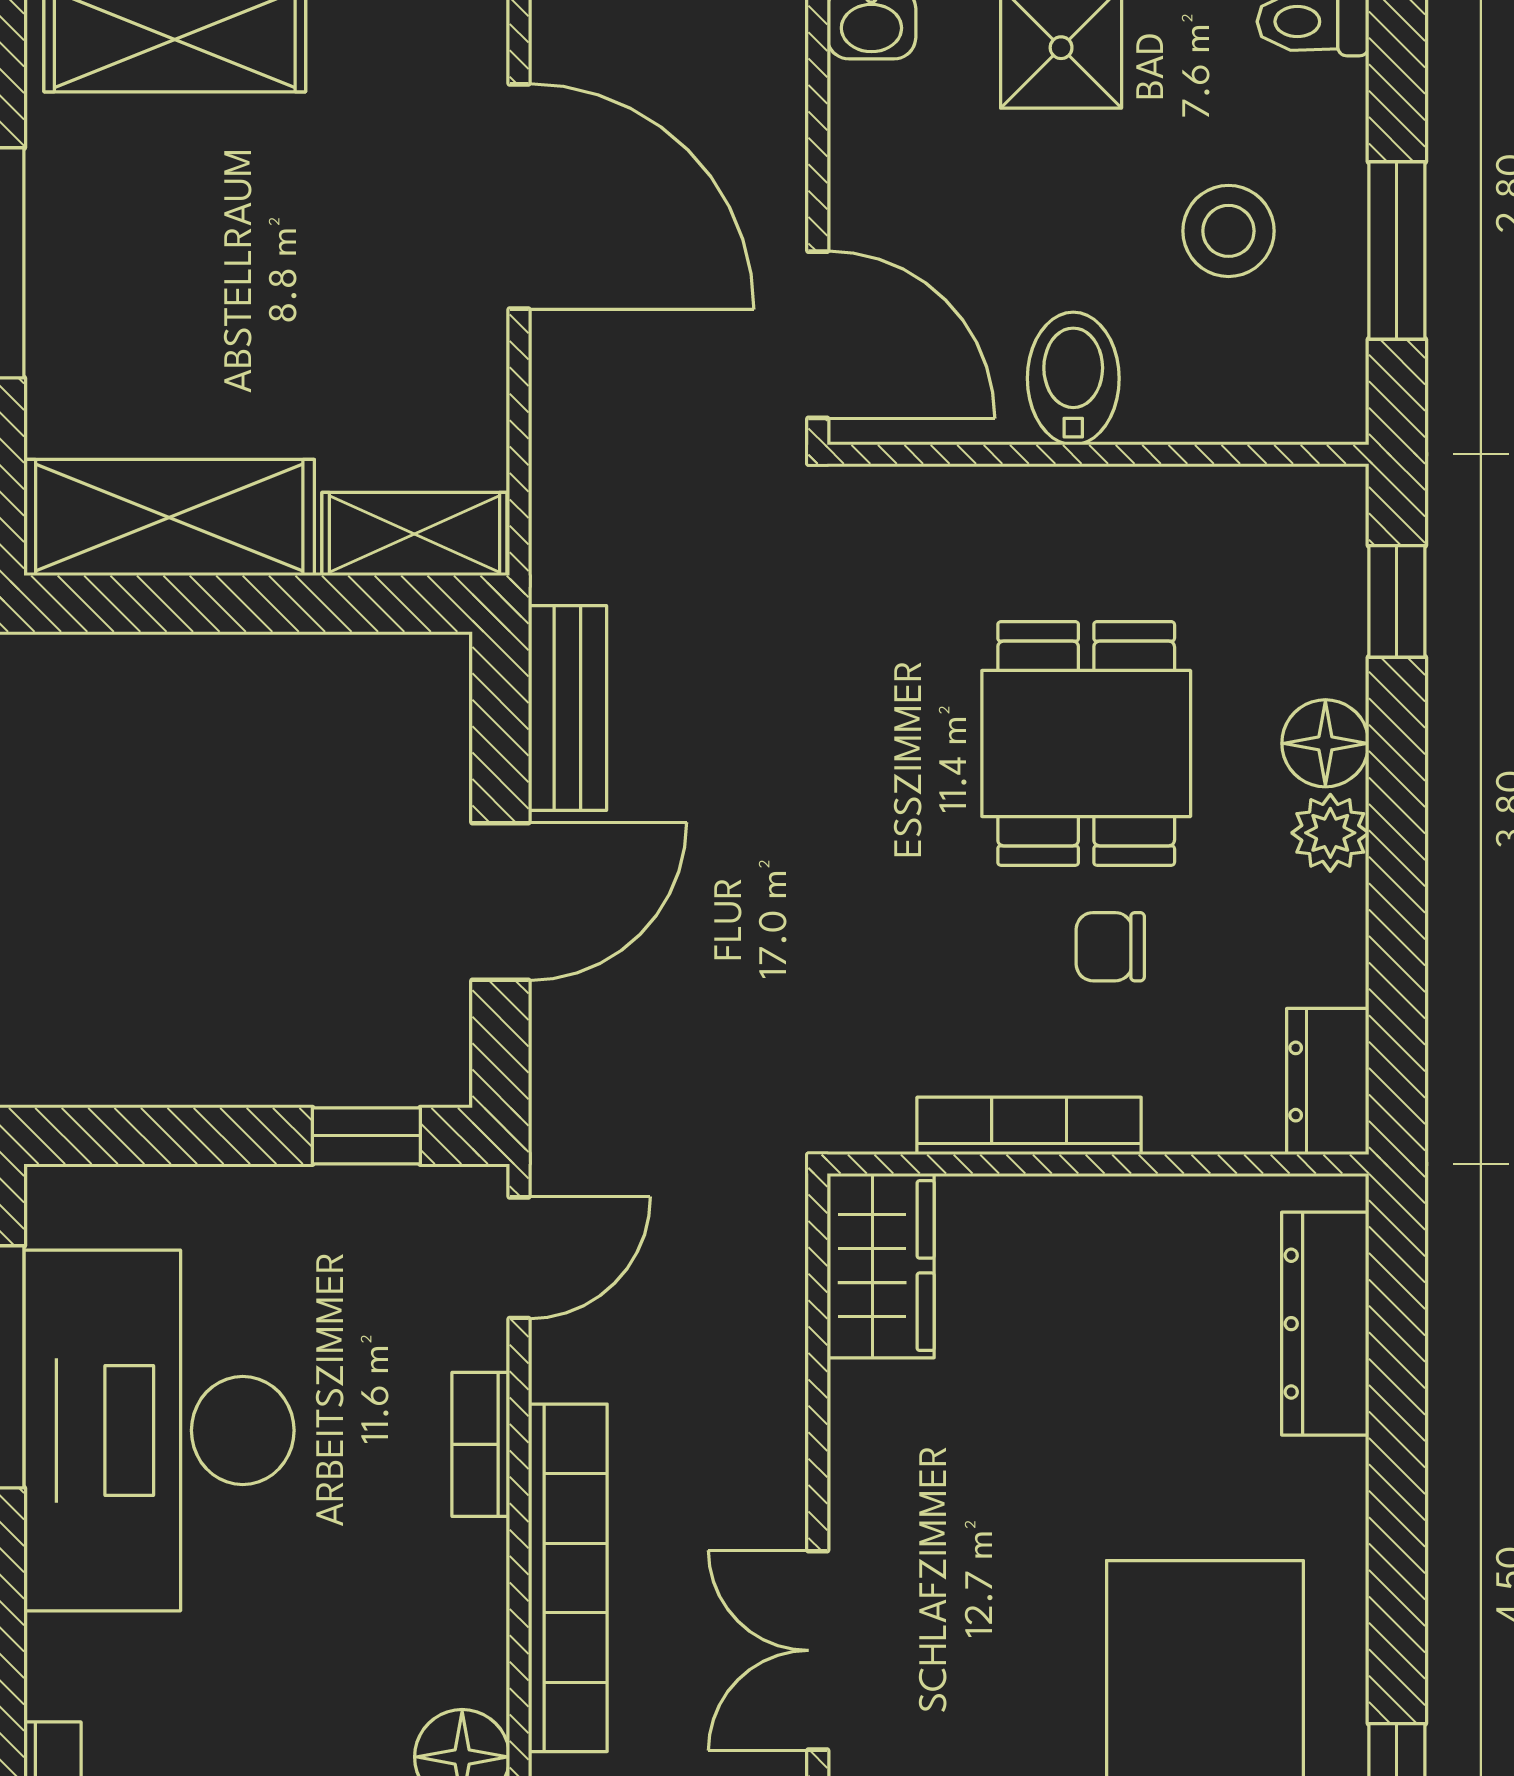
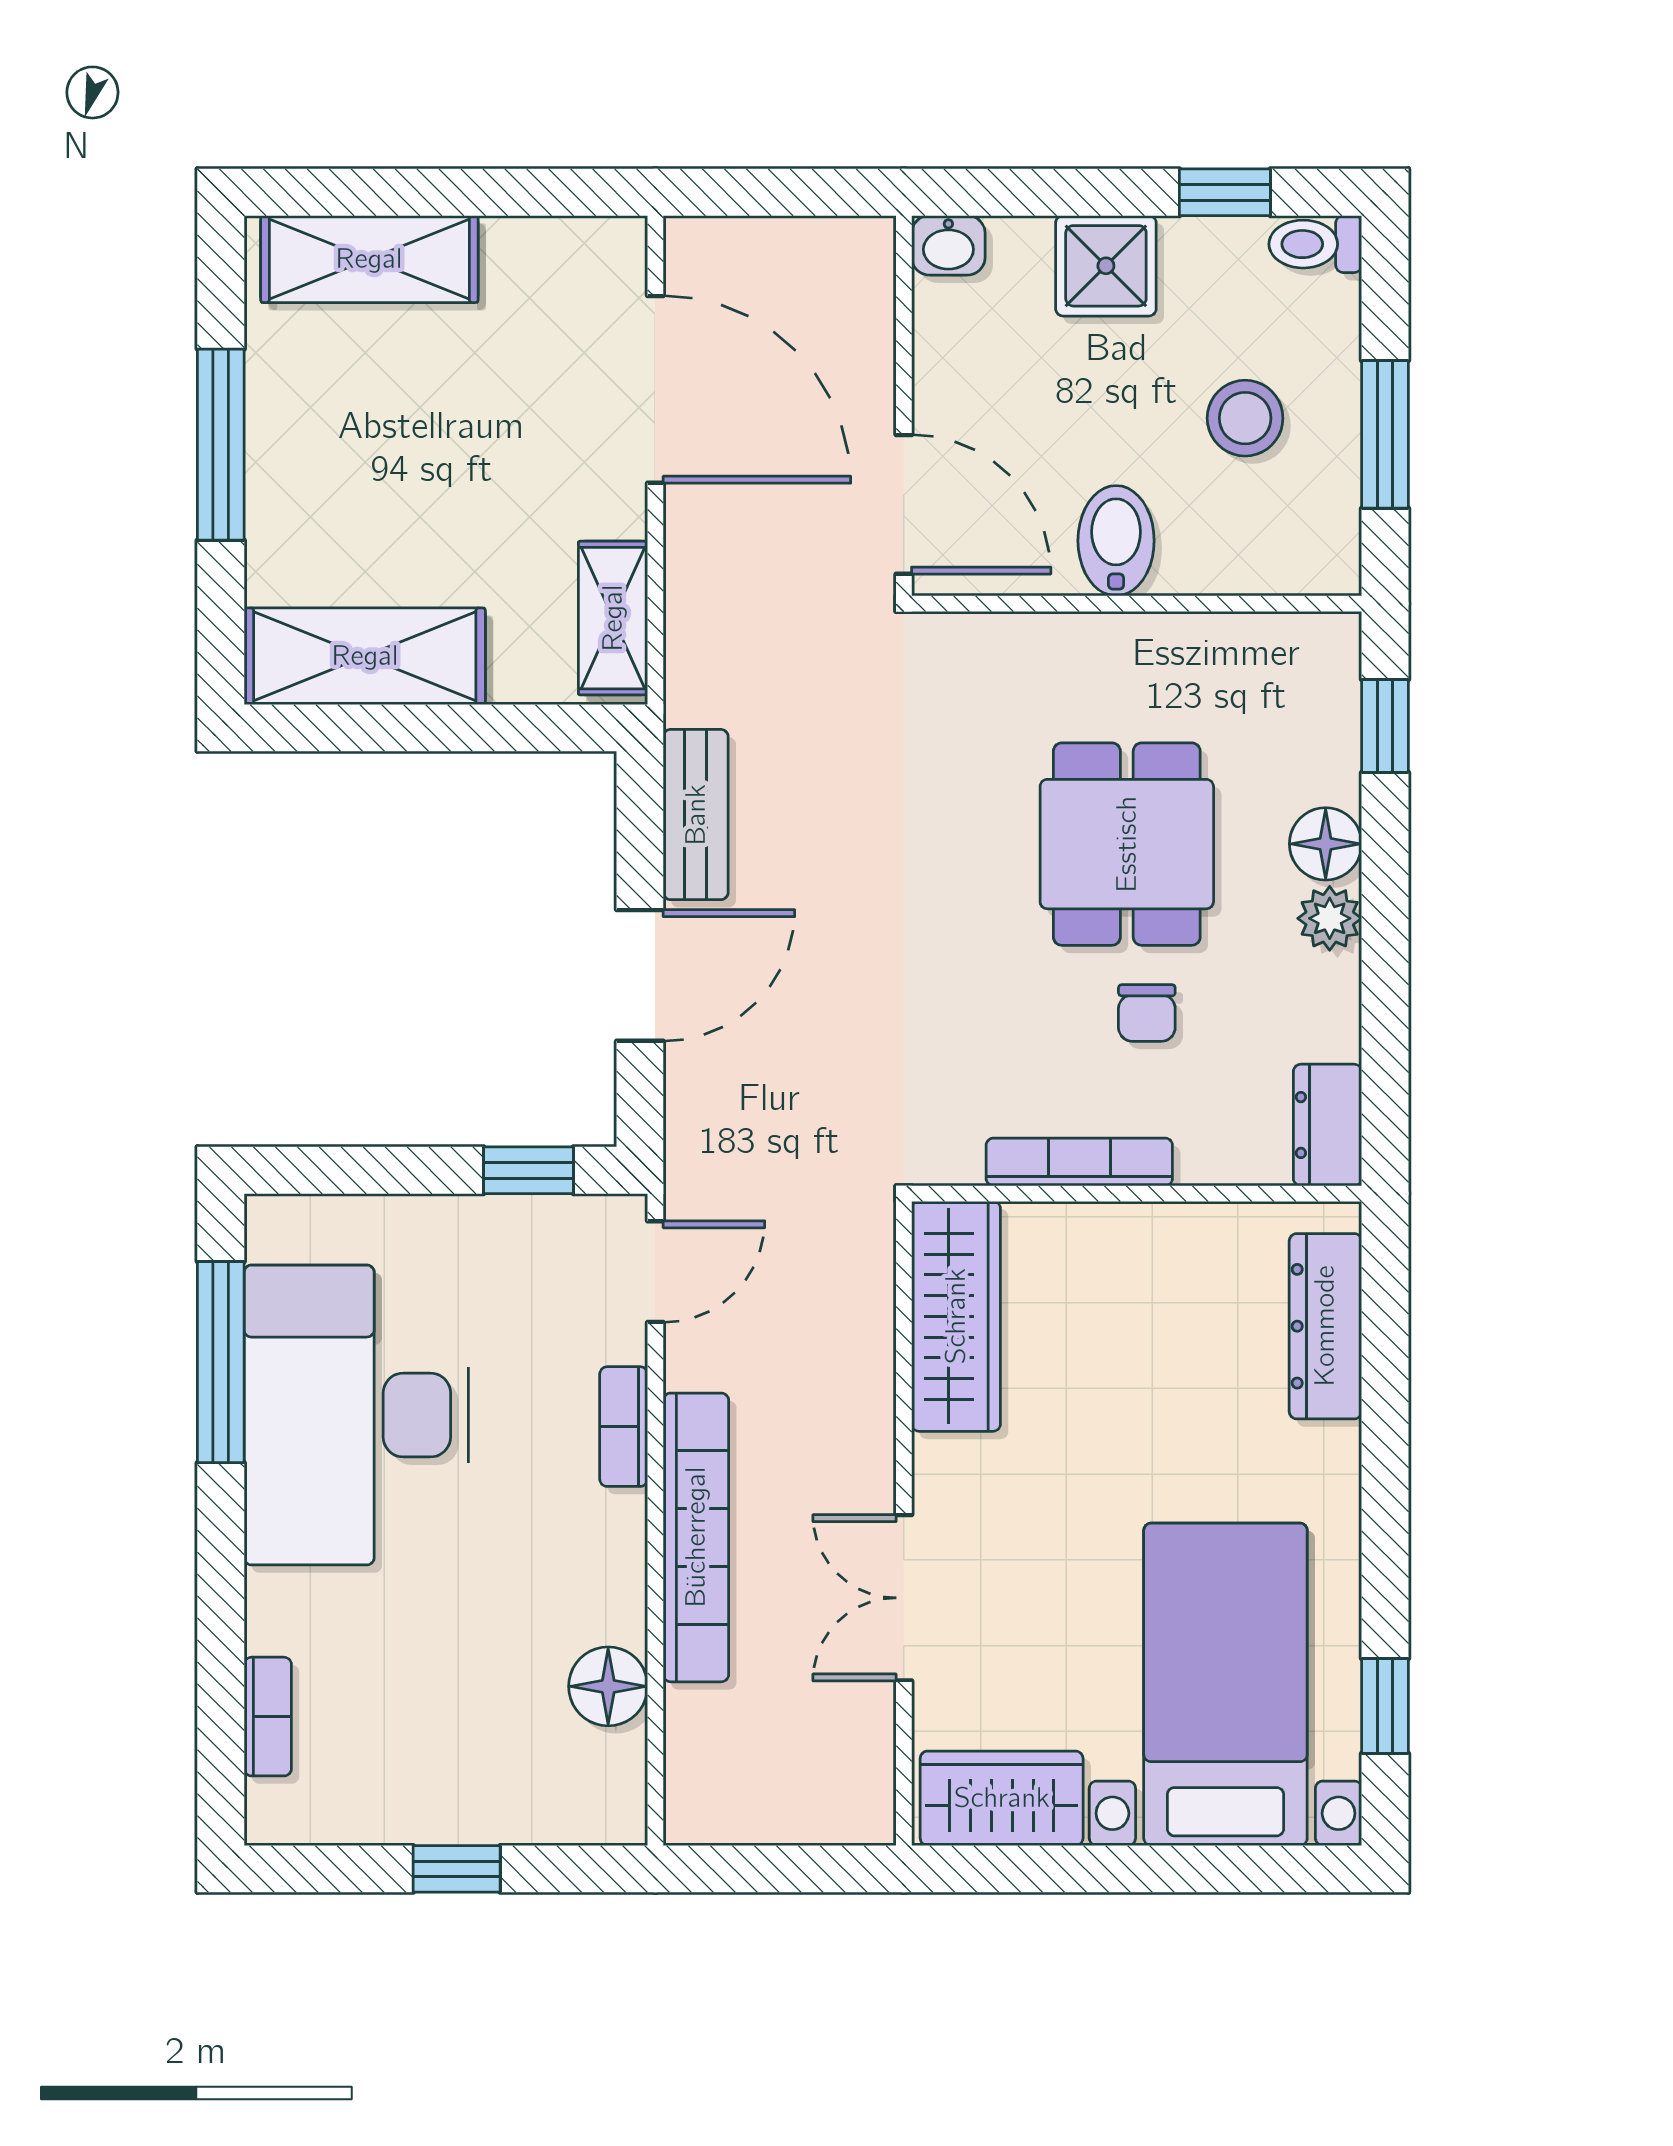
shelving: (414, 534) -> (613, 618), moved, turned 90
chair: (1110, 947) -> (1147, 1013), turned -90
wardrobe: (881, 1266) -> (956, 1316), width x1.50

